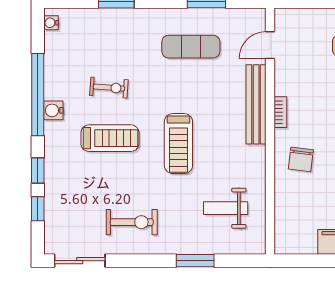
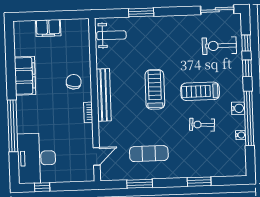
water cooler: (51, 23) -> (241, 135), moved
bench: (256, 104) -> (104, 95), moved
weight bench: (226, 208) -> (111, 35), moved
exercise bike: (132, 222) -> (219, 46), moved

